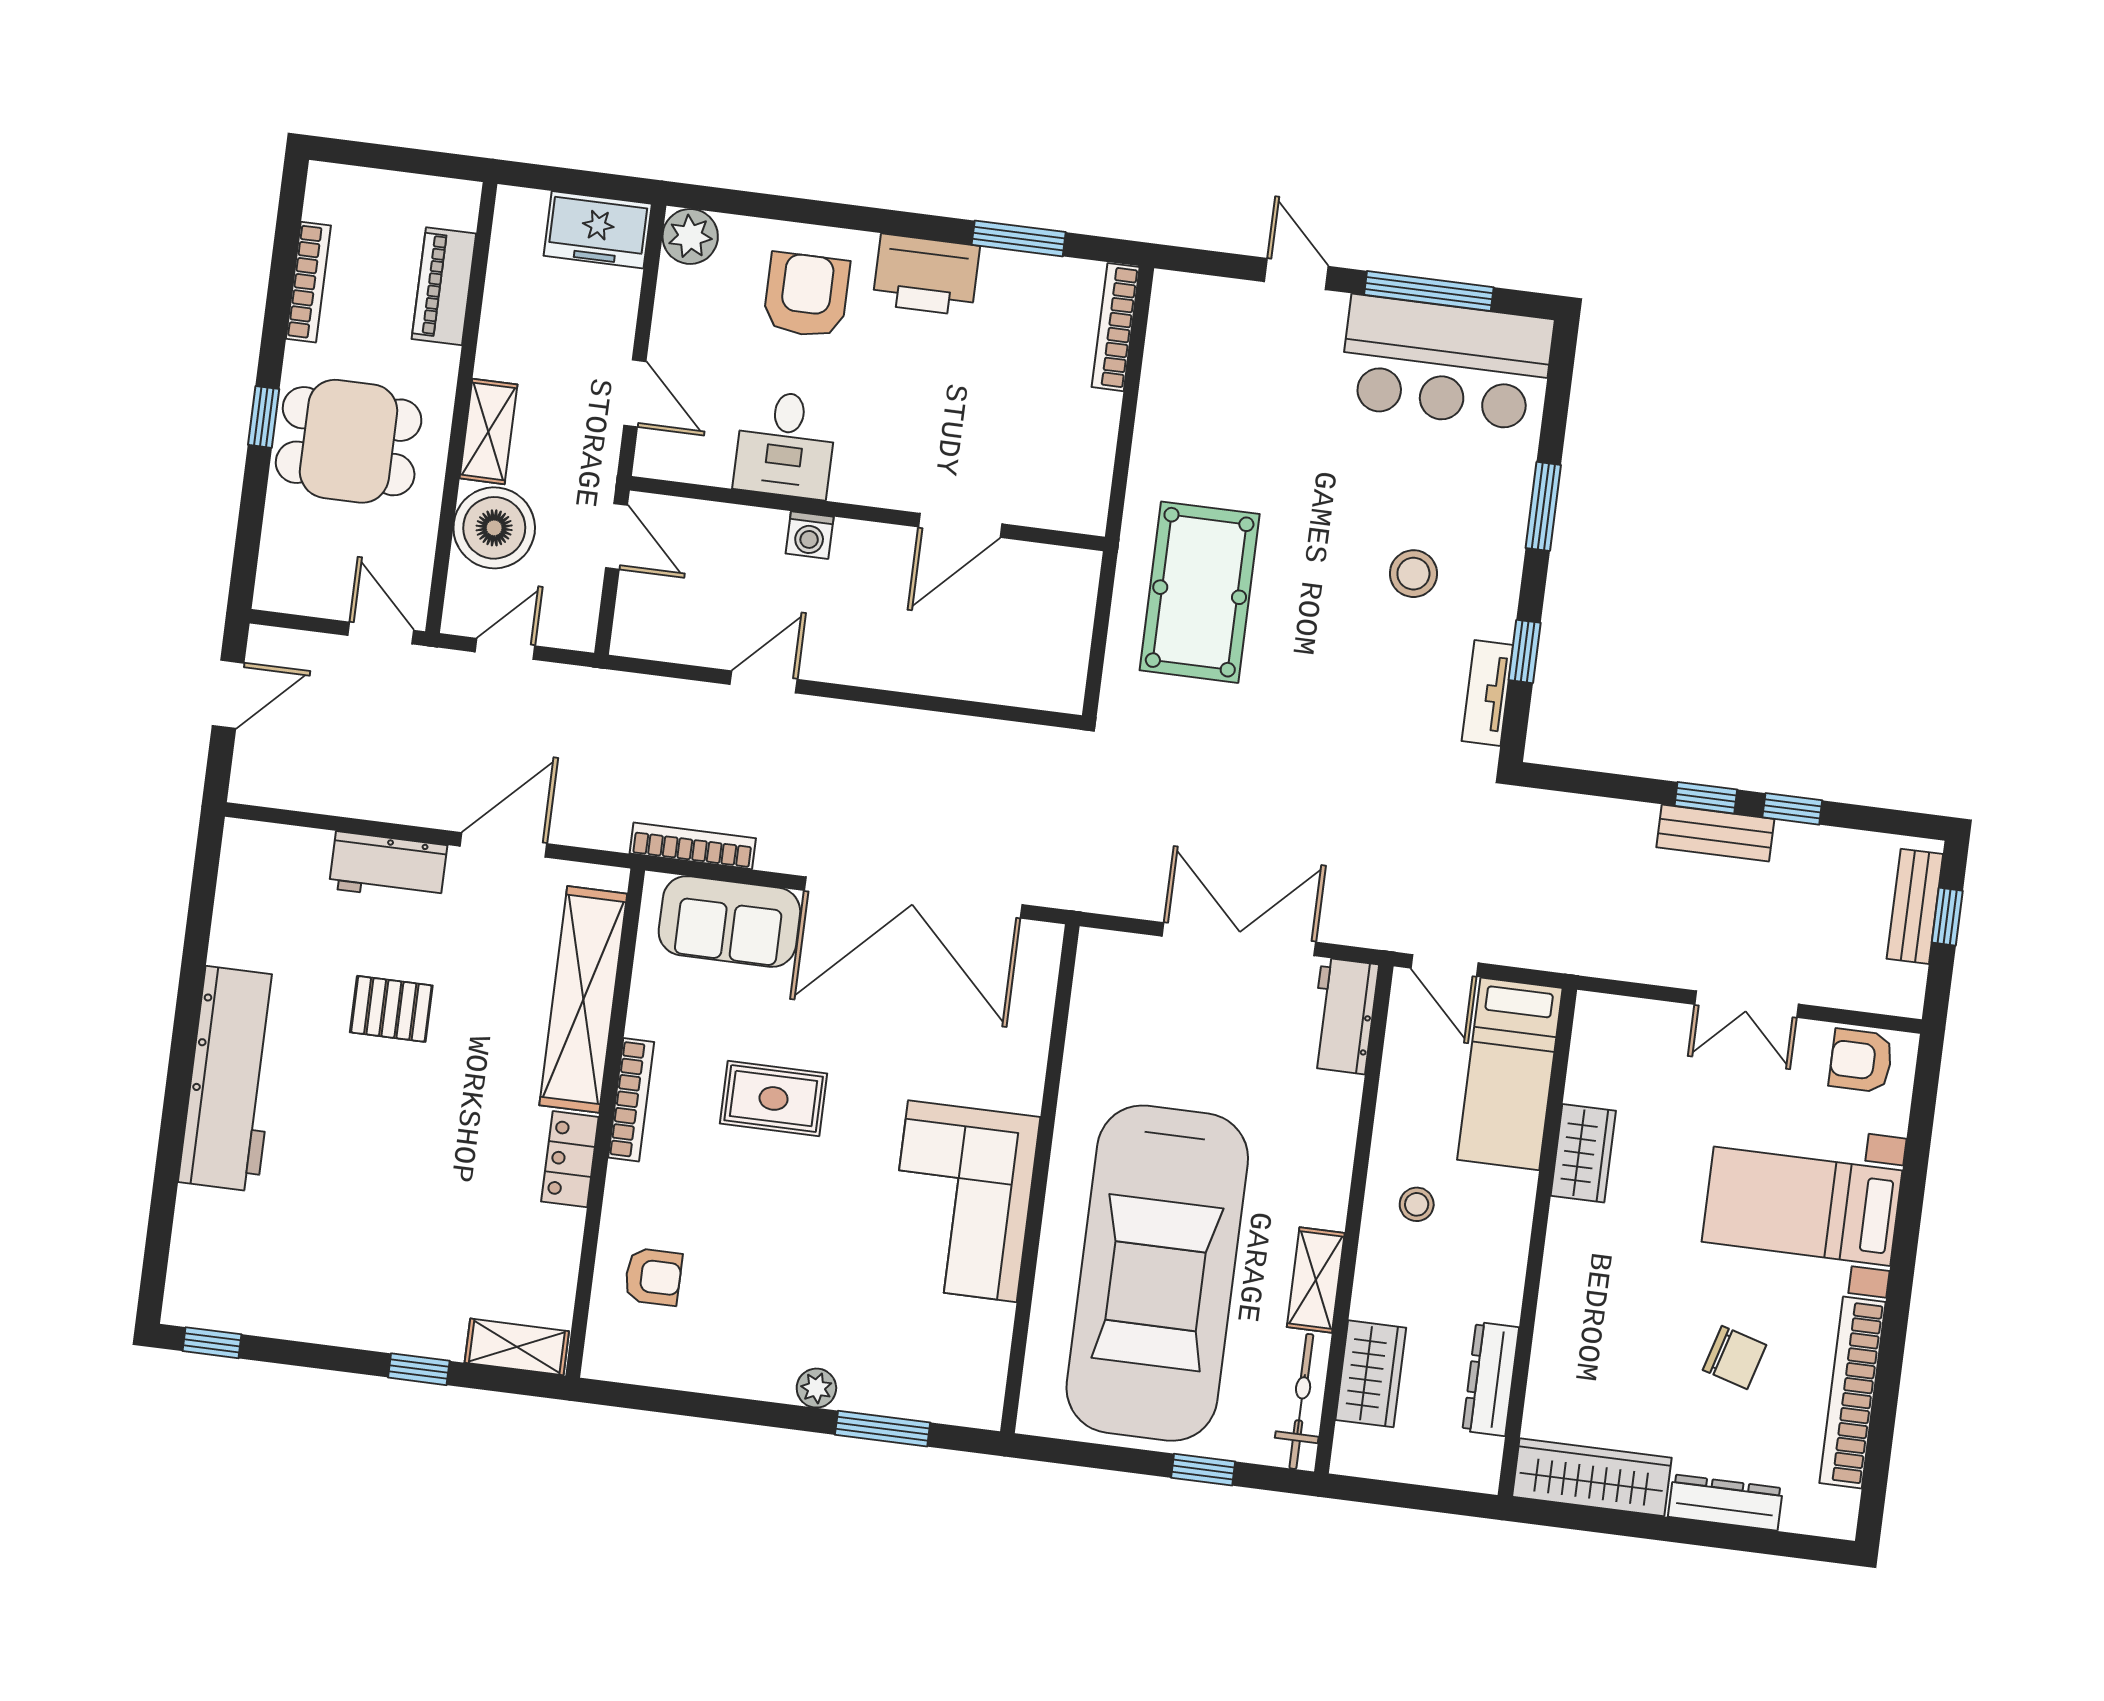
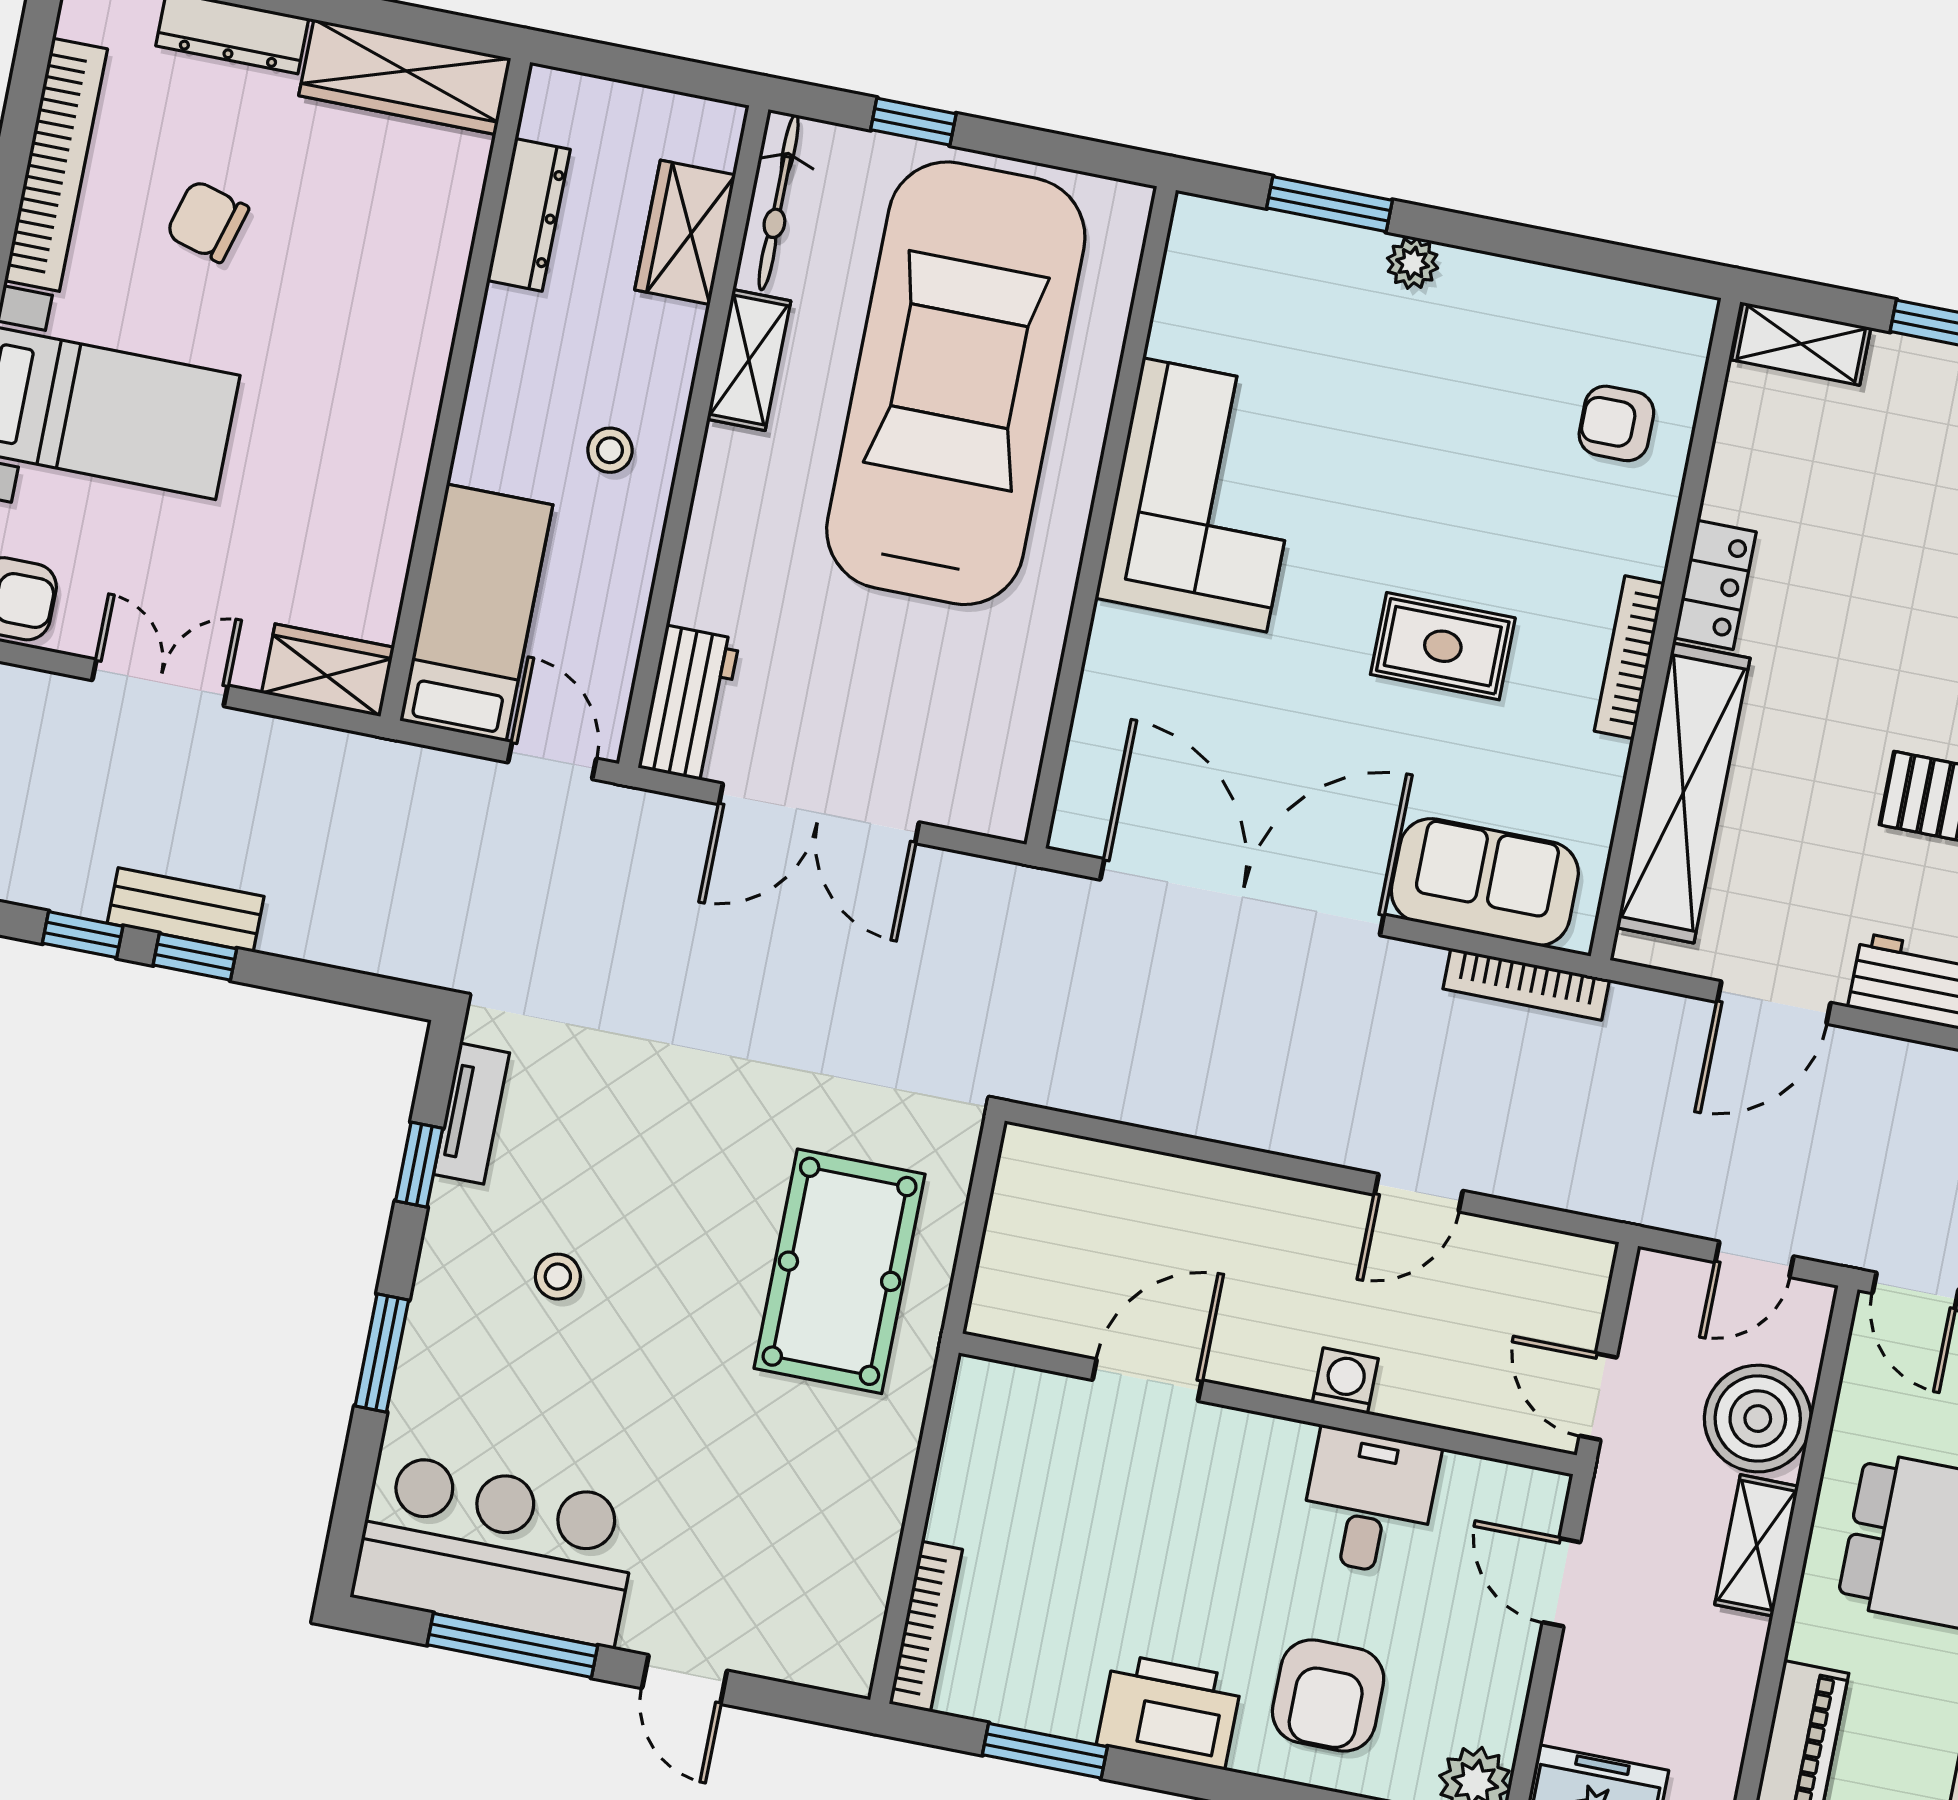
stool: (1413, 574) -> (558, 1277), width x0.73, depth x0.73
wardrobe: (1583, 1153) -> (328, 670), moved, turned 90

